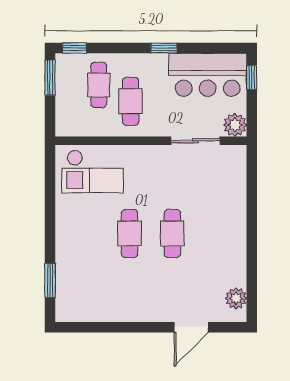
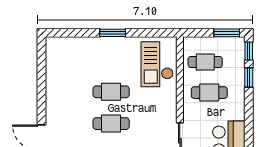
window: (164, 48) -> (249, 77), moved
cafe table: (99, 85) -> (205, 62), moved
window: (50, 280) -> (113, 33), moved

